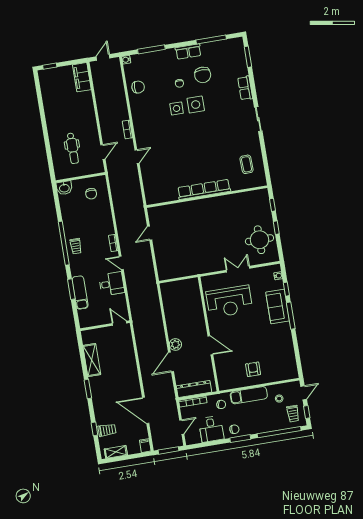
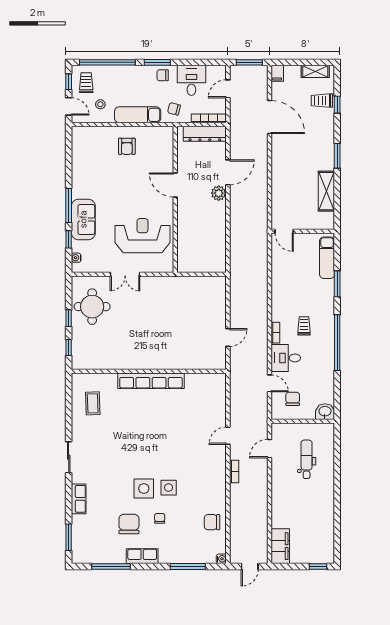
trolley: (76, 246) -> (304, 326), moved
door: (121, 263) -> (269, 383), moved
desk: (112, 284) -> (286, 358), moved
exam couch: (80, 293) -> (327, 258), moved
door: (304, 393) -> (69, 106), swing flipped

